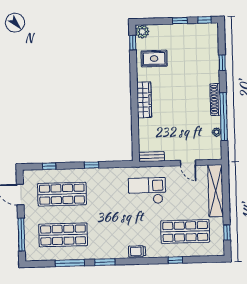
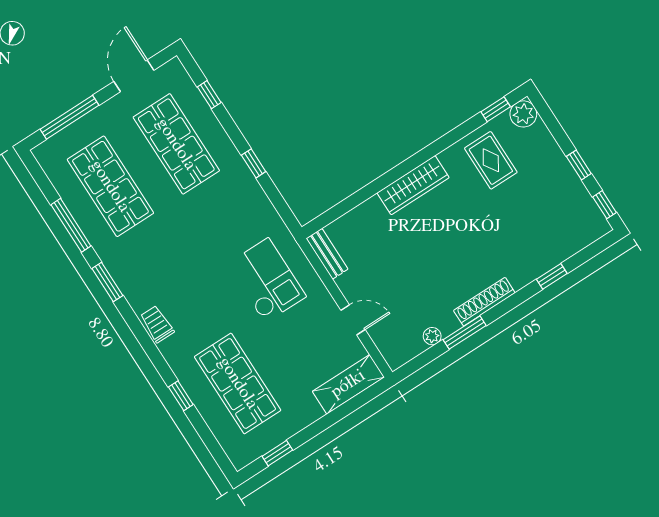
window: (224, 117) -> (465, 333), width x0.47
door: (188, 163) -> (353, 320), swing flipped
shelving: (216, 191) -> (348, 384), width x0.68

